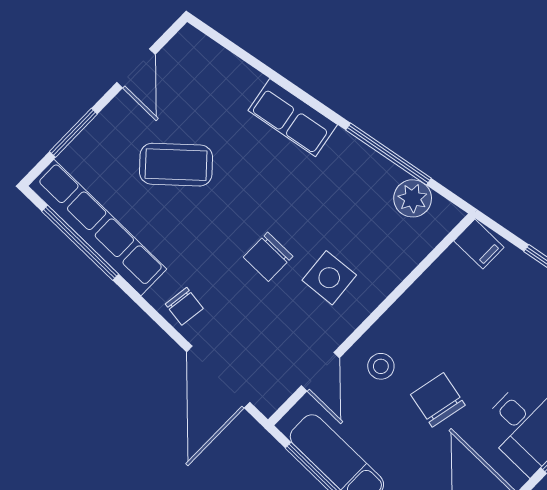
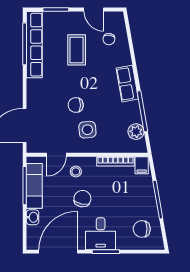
door: (136, 68) -> (94, 9), hinge flipped
row of seats: (293, 118) -> (127, 84), moved
coffee table: (176, 165) -> (77, 50), turned 42
bookcase: (429, 282) -> (115, 161), added
chair: (184, 306) -> (109, 39), moved

